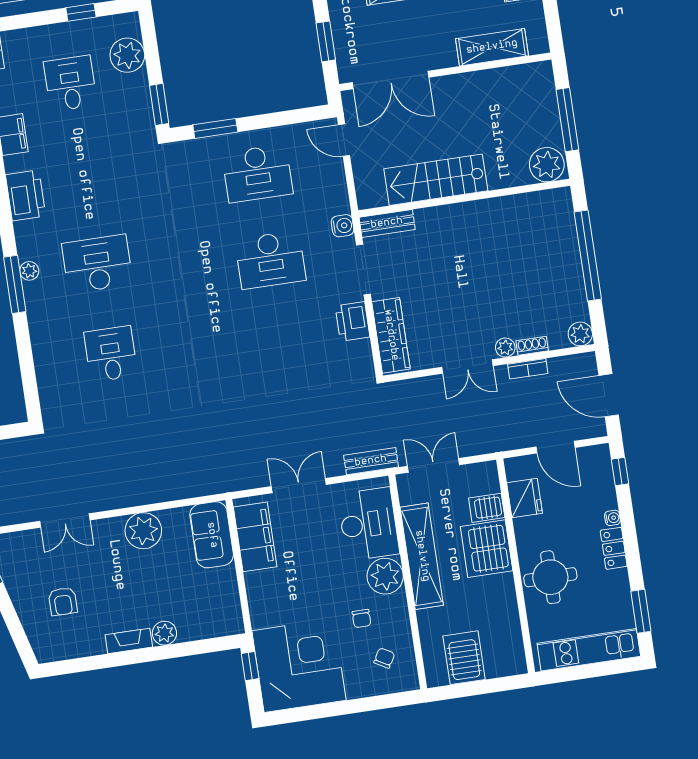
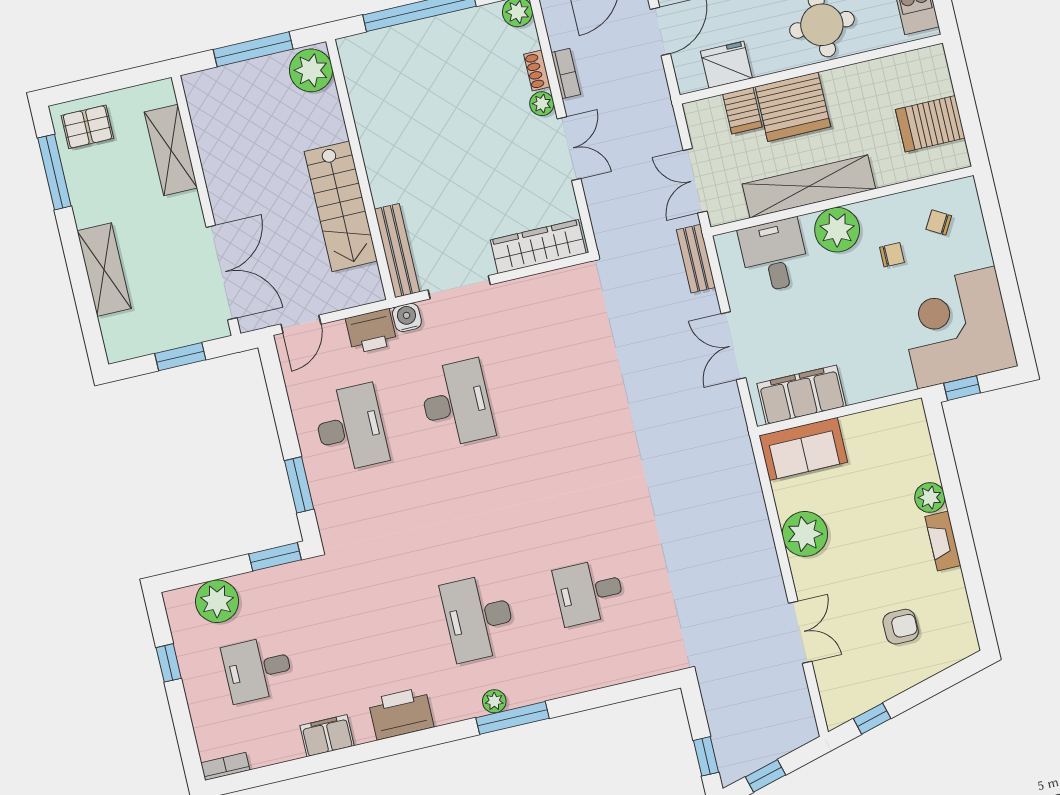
bench: (387, 223) -> (397, 251), width x1.36
printer: (353, 321) -> (371, 331), moved
desk: (368, 524) -> (774, 256), width x0.73

